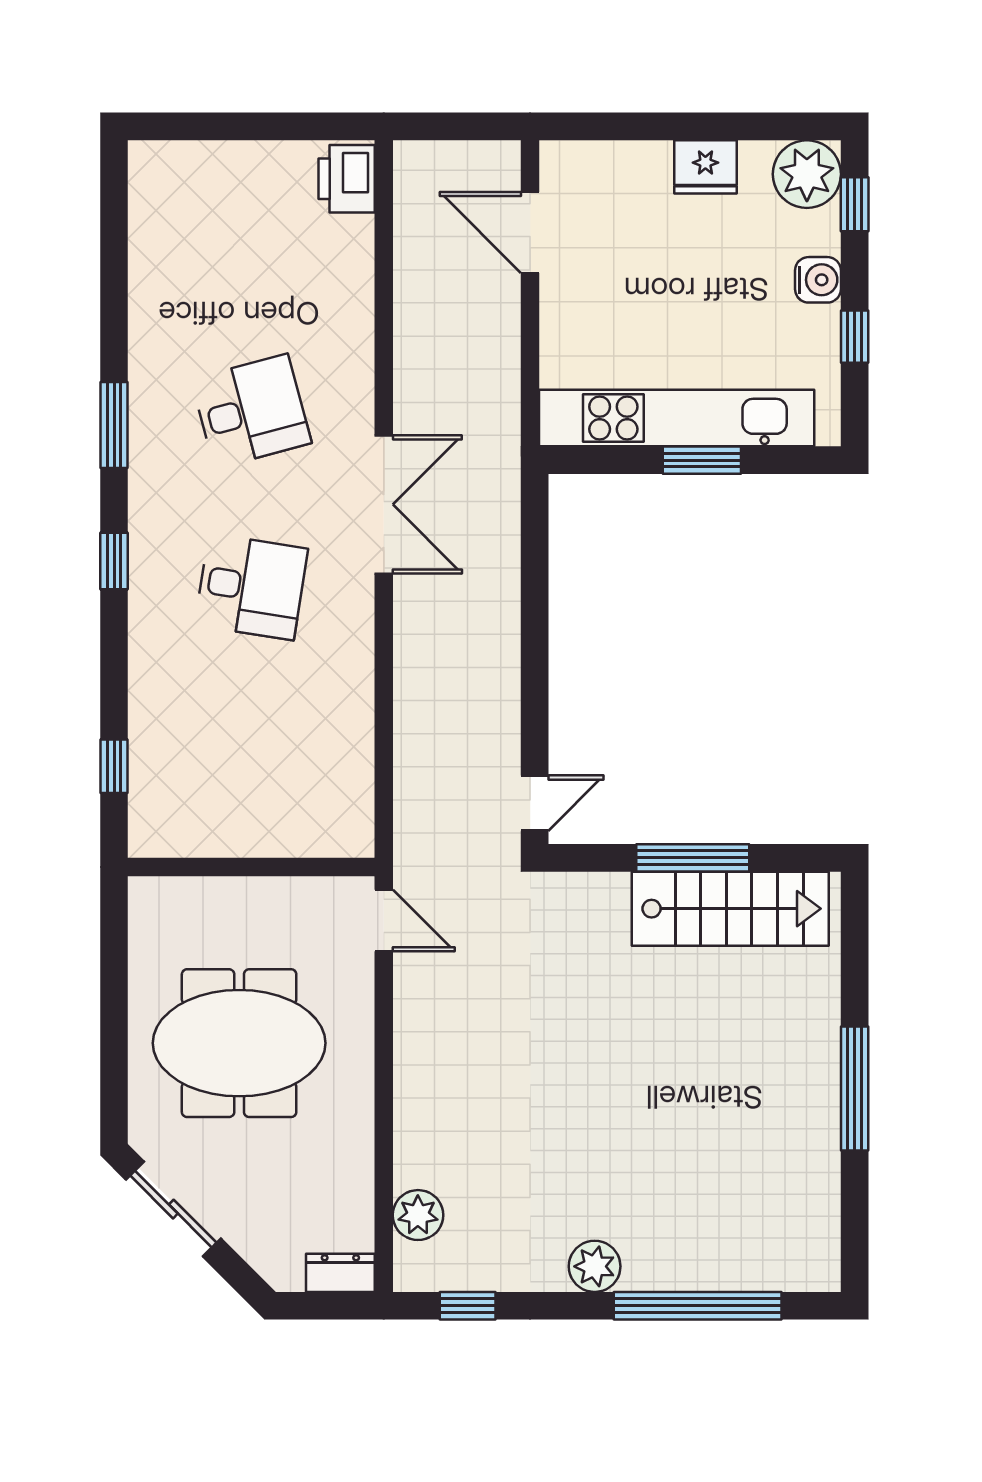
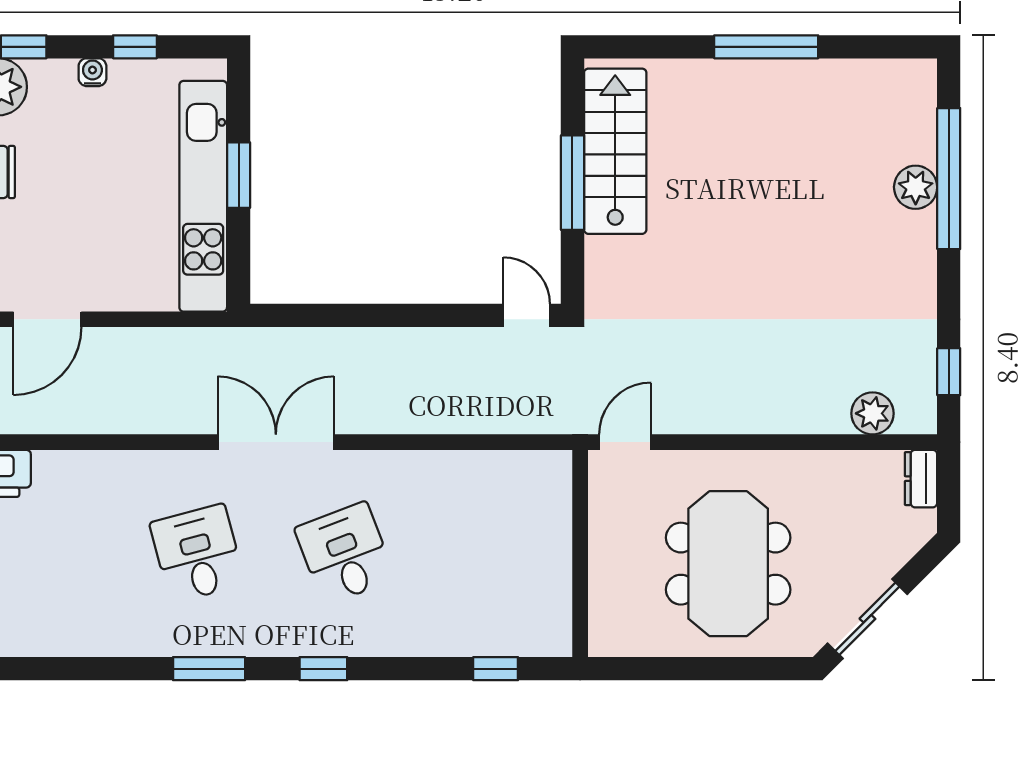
water cooler: (818, 280) -> (92, 72), width x0.72, depth x0.72
desk: (251, 587) -> (345, 553), turned -30
plant: (595, 1266) -> (916, 187), moved

